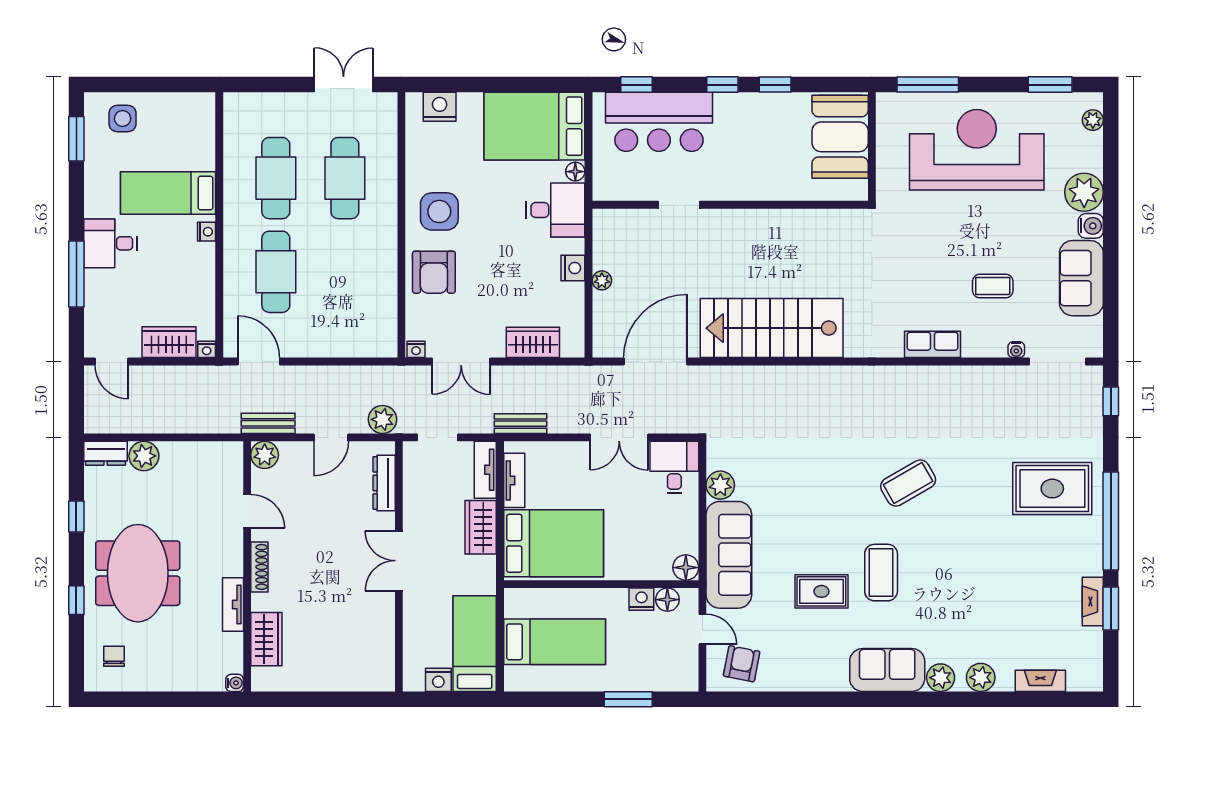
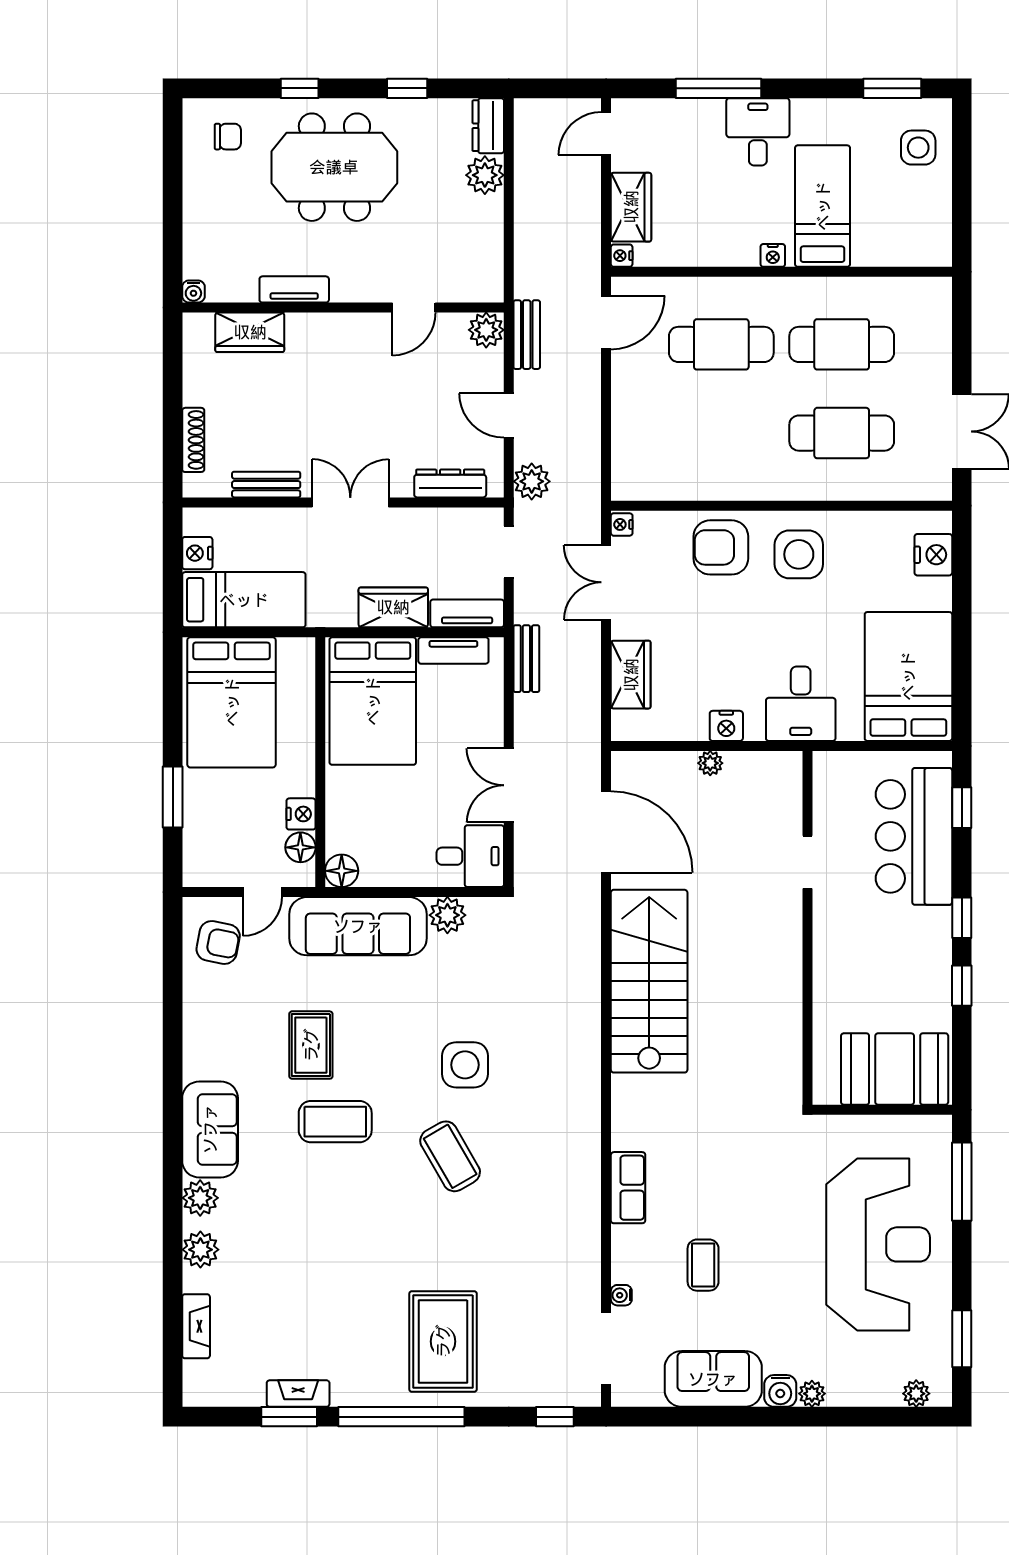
floor lamp: (575, 172) -> (850, 729), removed
plant: (1084, 192) -> (812, 1394), width x0.53, depth x0.53
side table: (837, 471) -> (465, 1065), added
shoe rack: (259, 567) -> (193, 440), moved, turned -90
bench: (385, 626) -> (266, 485), added
bed: (555, 642) -> (232, 702), width x1.50

